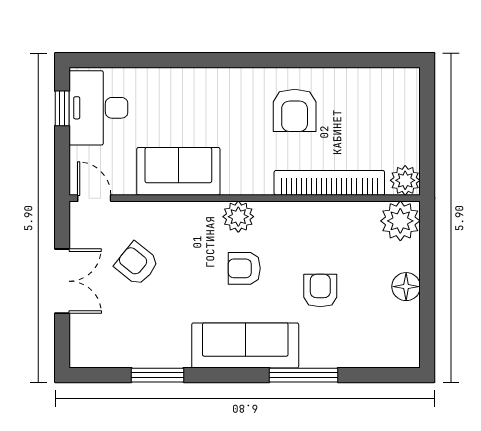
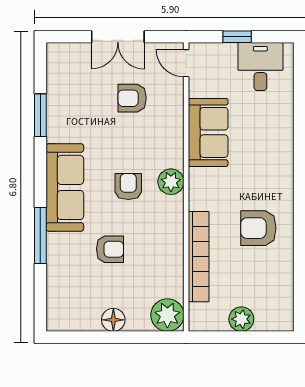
window: (62, 108) -> (237, 37), moved
desk: (98, 108) -> (260, 67), width x0.73
plant: (405, 180) -> (241, 319), moved
door: (94, 198) -> (186, 63), swing flipped
armchair: (137, 264) -> (132, 98), turned -129

